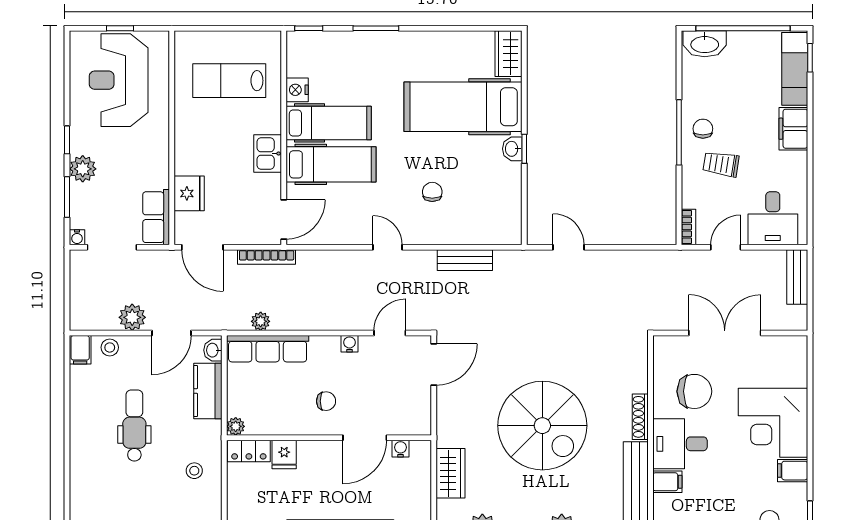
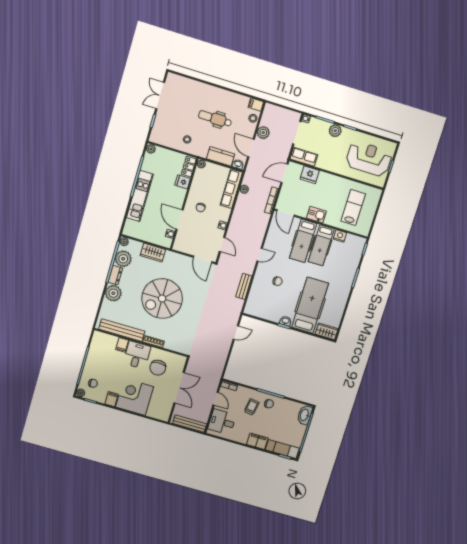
bench: (797, 277) -> (190, 424), width x1.36
dental chair: (134, 426) -> (215, 119), turned 180

